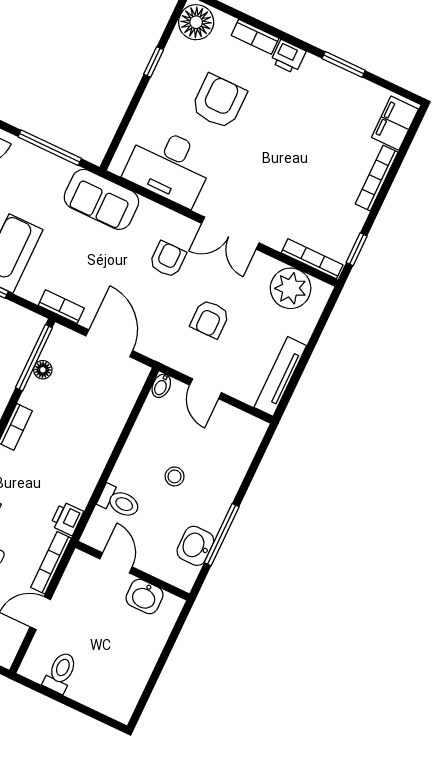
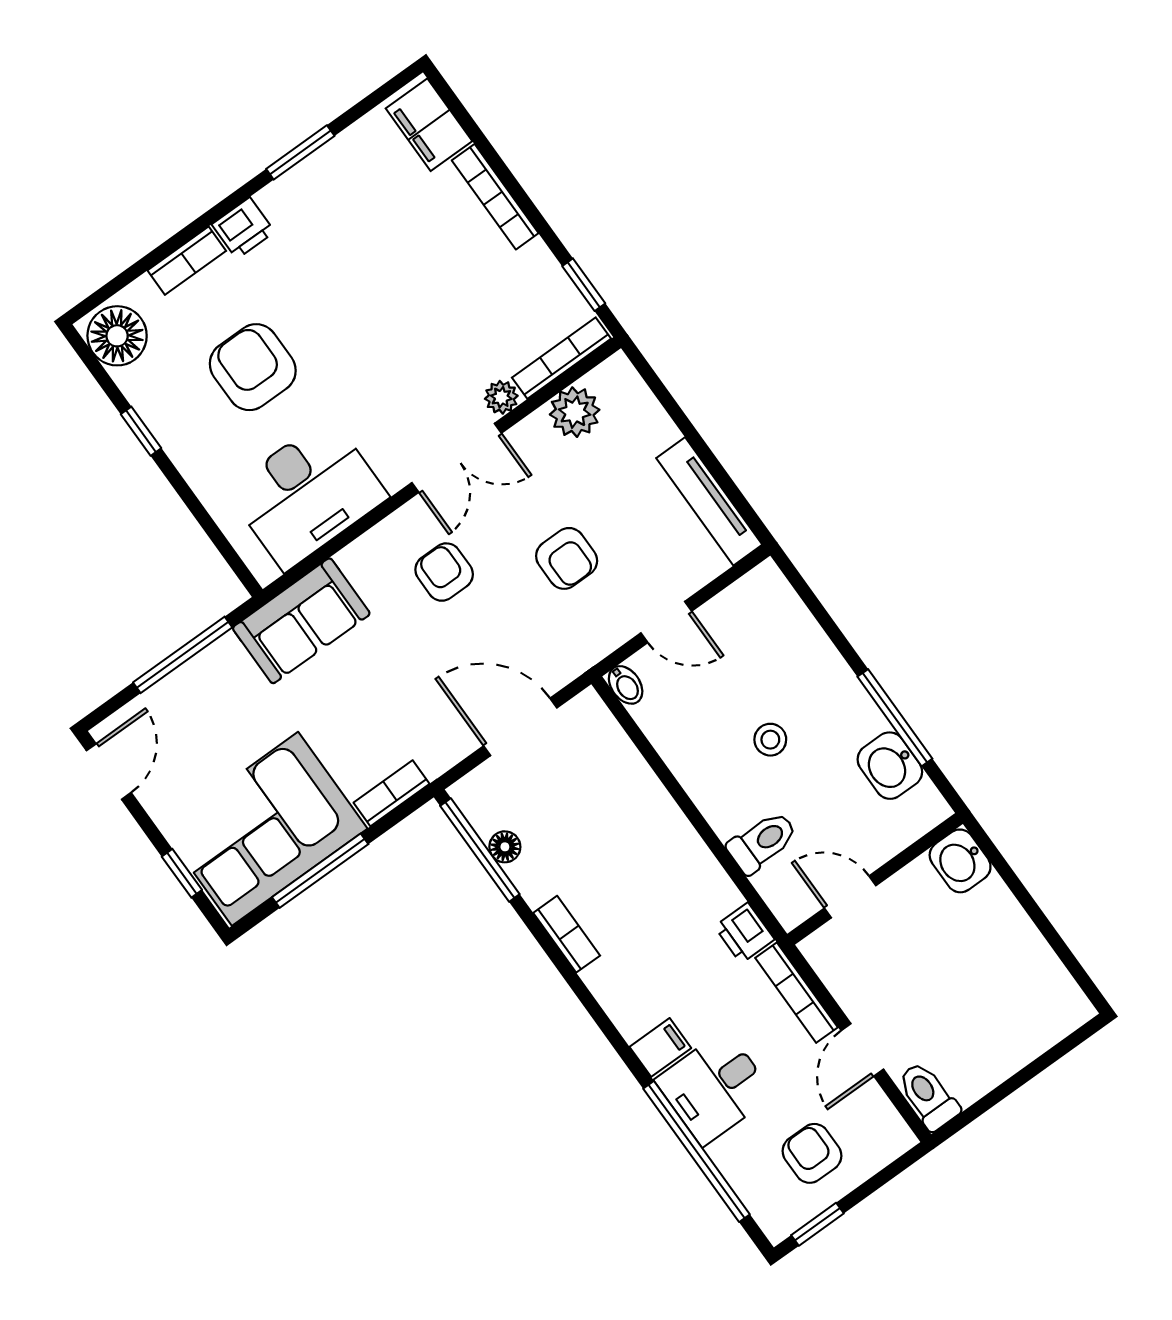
plant: (275, 239) -> (501, 397), added
plant: (291, 288) -> (575, 412), width x0.73, depth x0.73
bookcase: (61, 307) -> (392, 793), moved
washbasin: (144, 596) -> (960, 861), moved, turned 90
toilet: (61, 672) -> (928, 1096), moved

